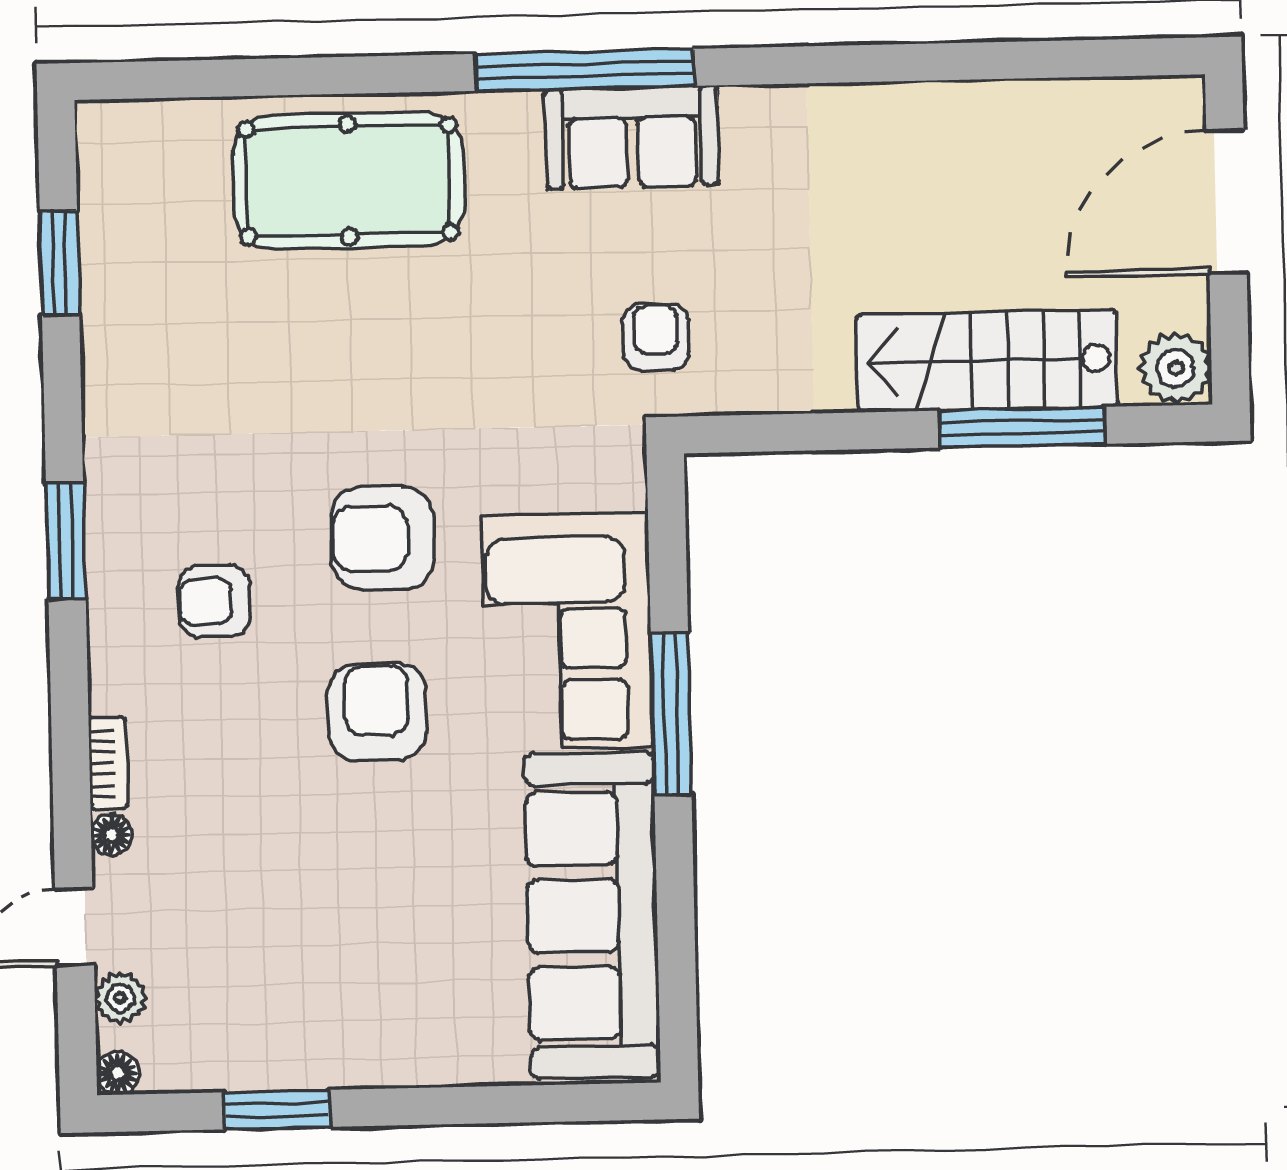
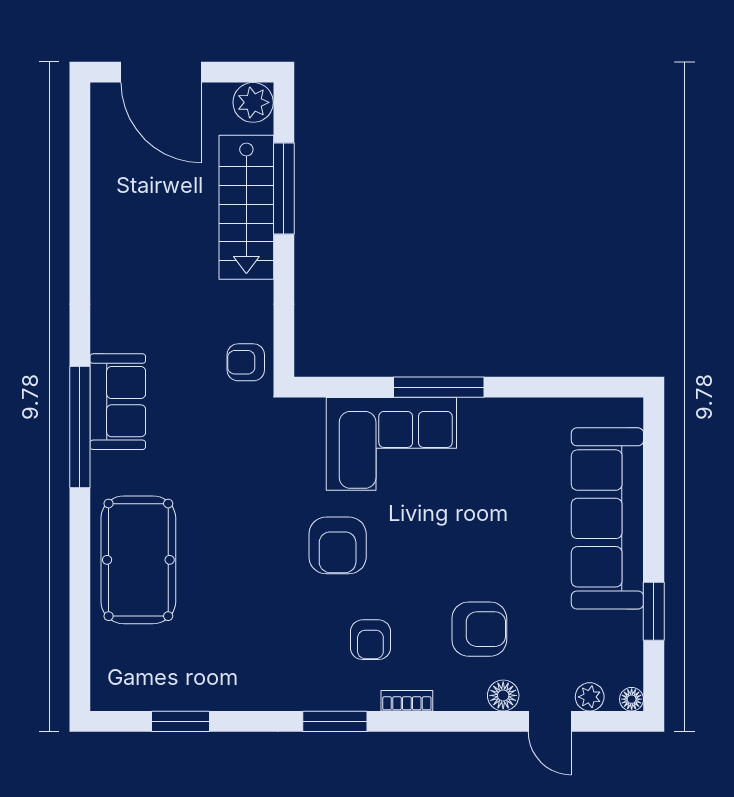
armchair: (656, 338) -> (246, 362), moved
armchair: (377, 712) -> (479, 629), moved, turned 180
bookcase: (108, 763) -> (407, 701), moved
floor lamp: (111, 835) -> (503, 695), width x1.37, depth x1.37
sofa: (592, 916) -> (607, 518), moved, turned 90

